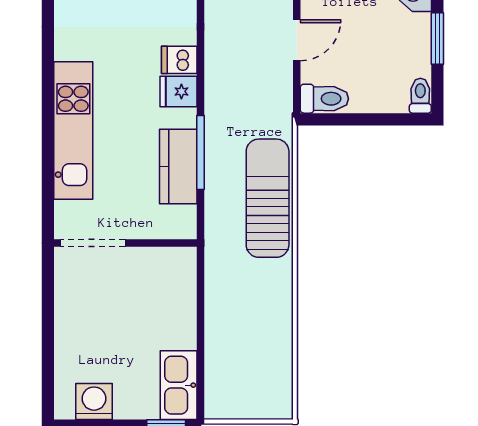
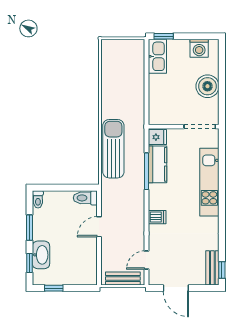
fridge: (179, 91) -> (157, 137), moved
sun lounger: (268, 198) -> (113, 149), turned 180
boiler: (77, 325) -> (207, 86), added

